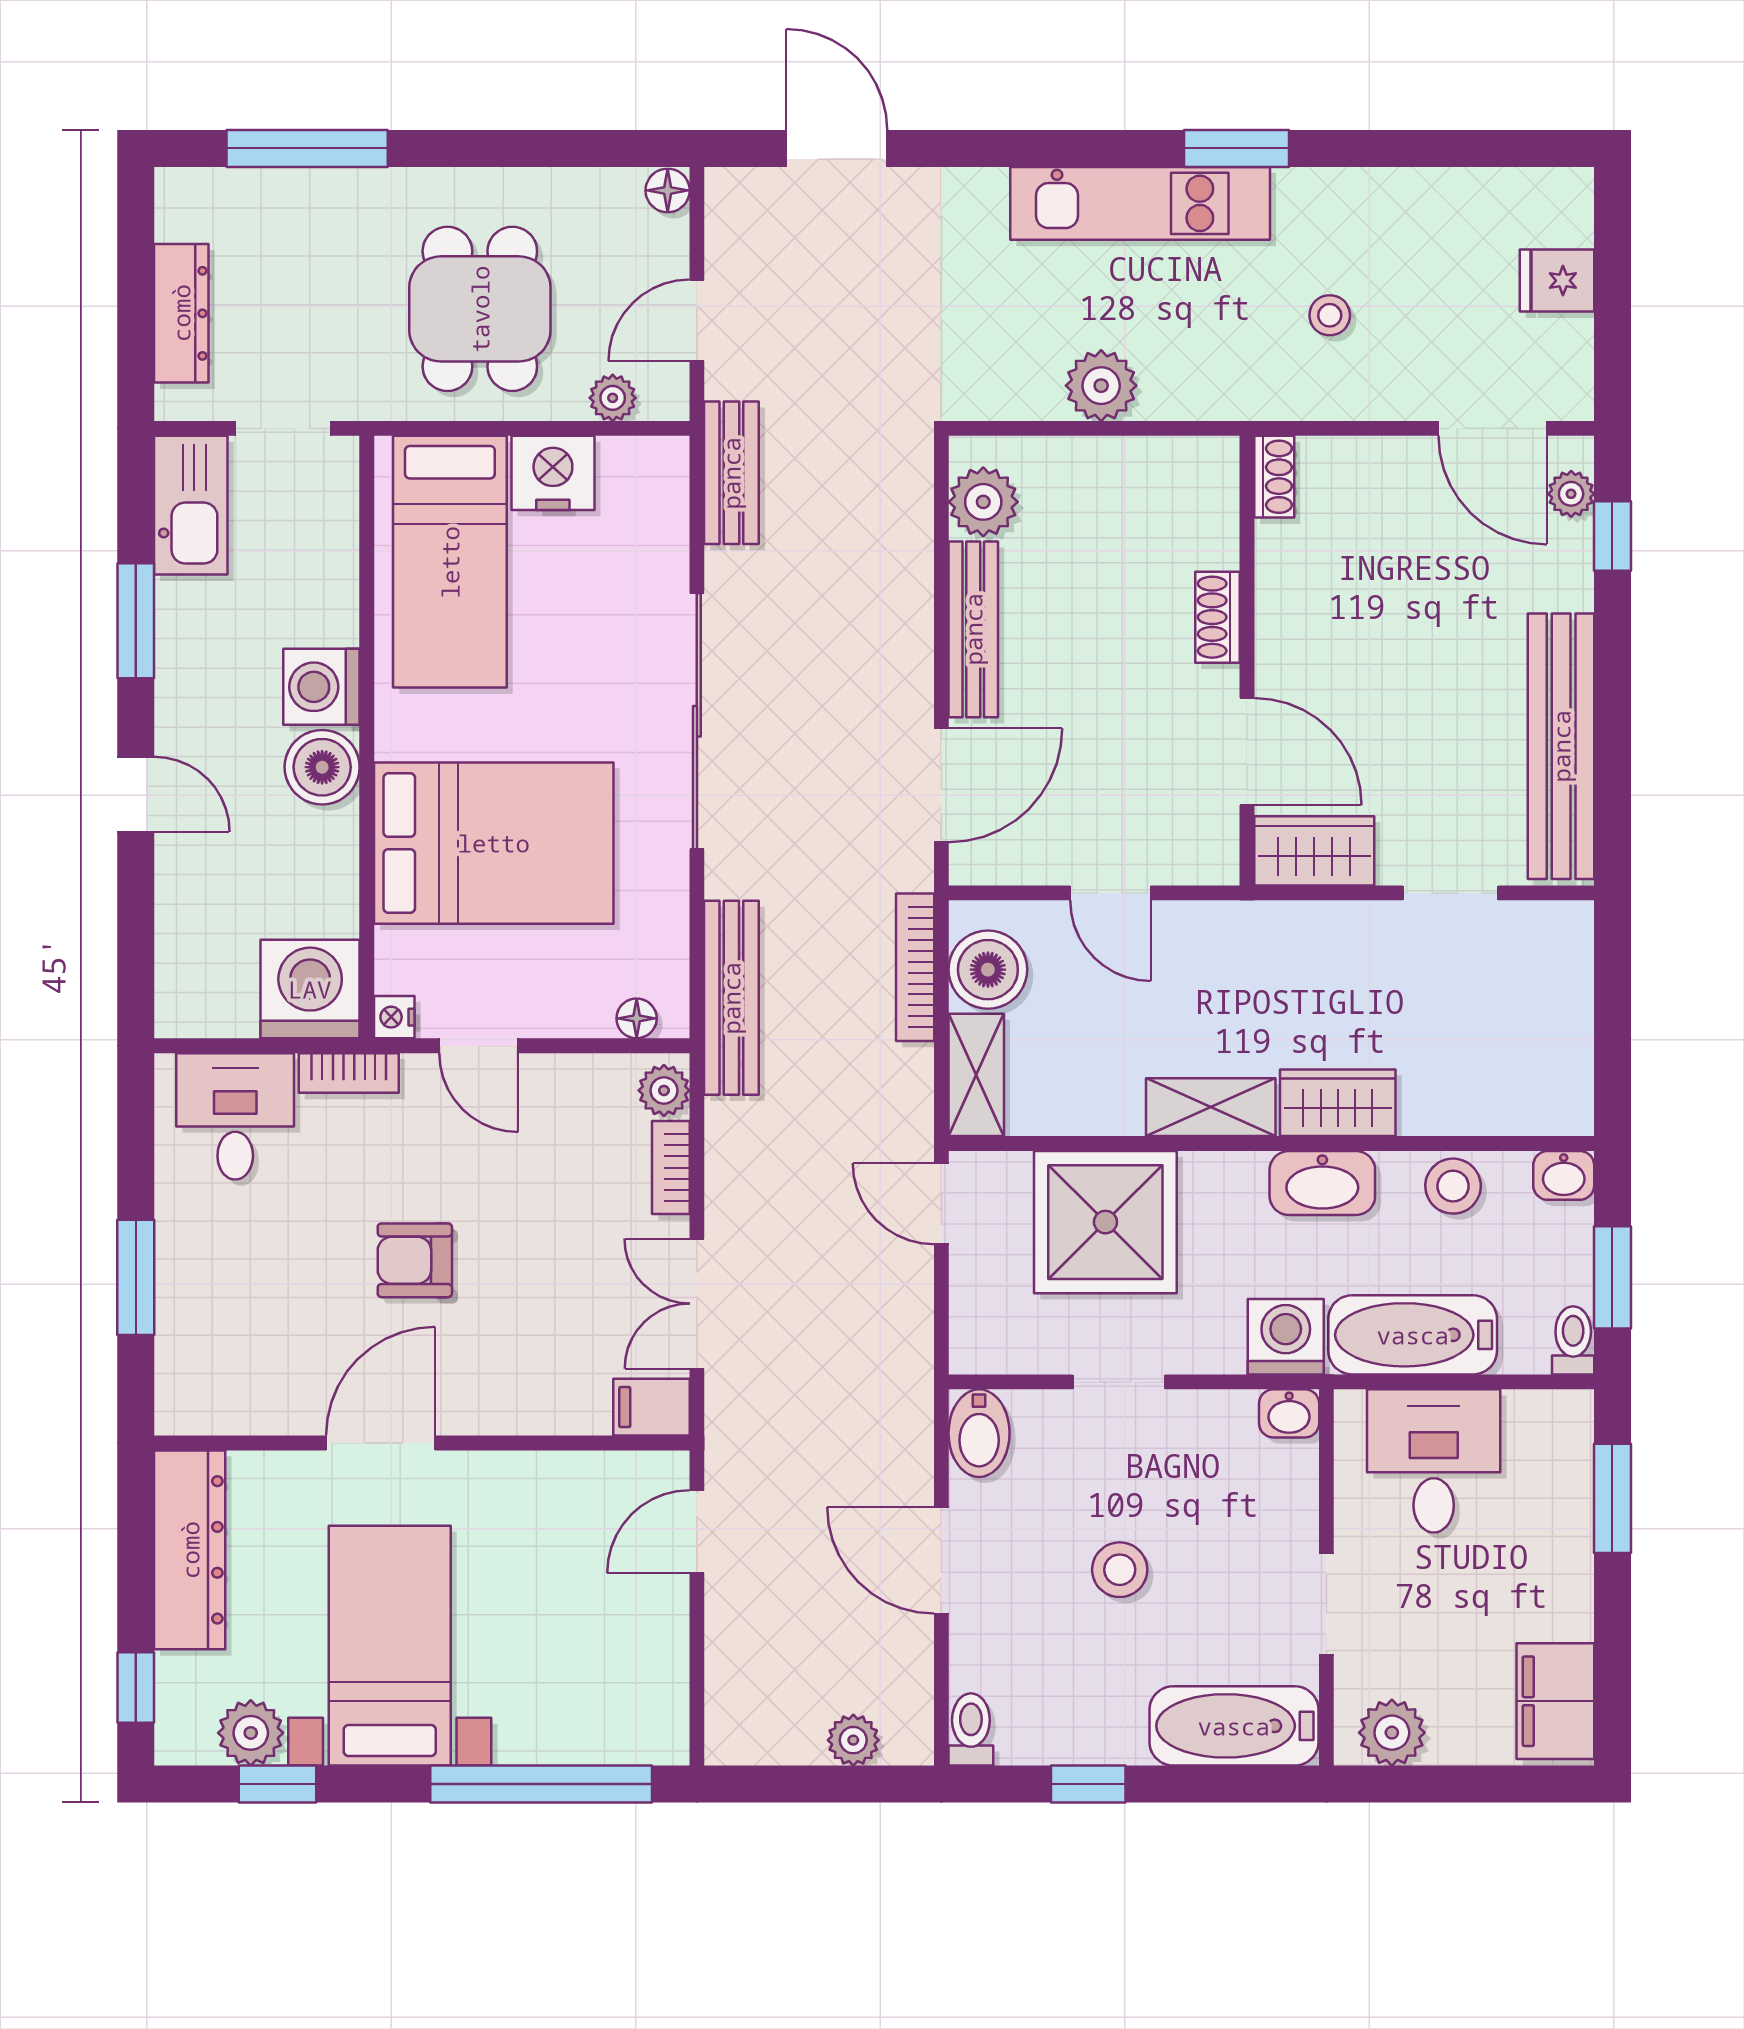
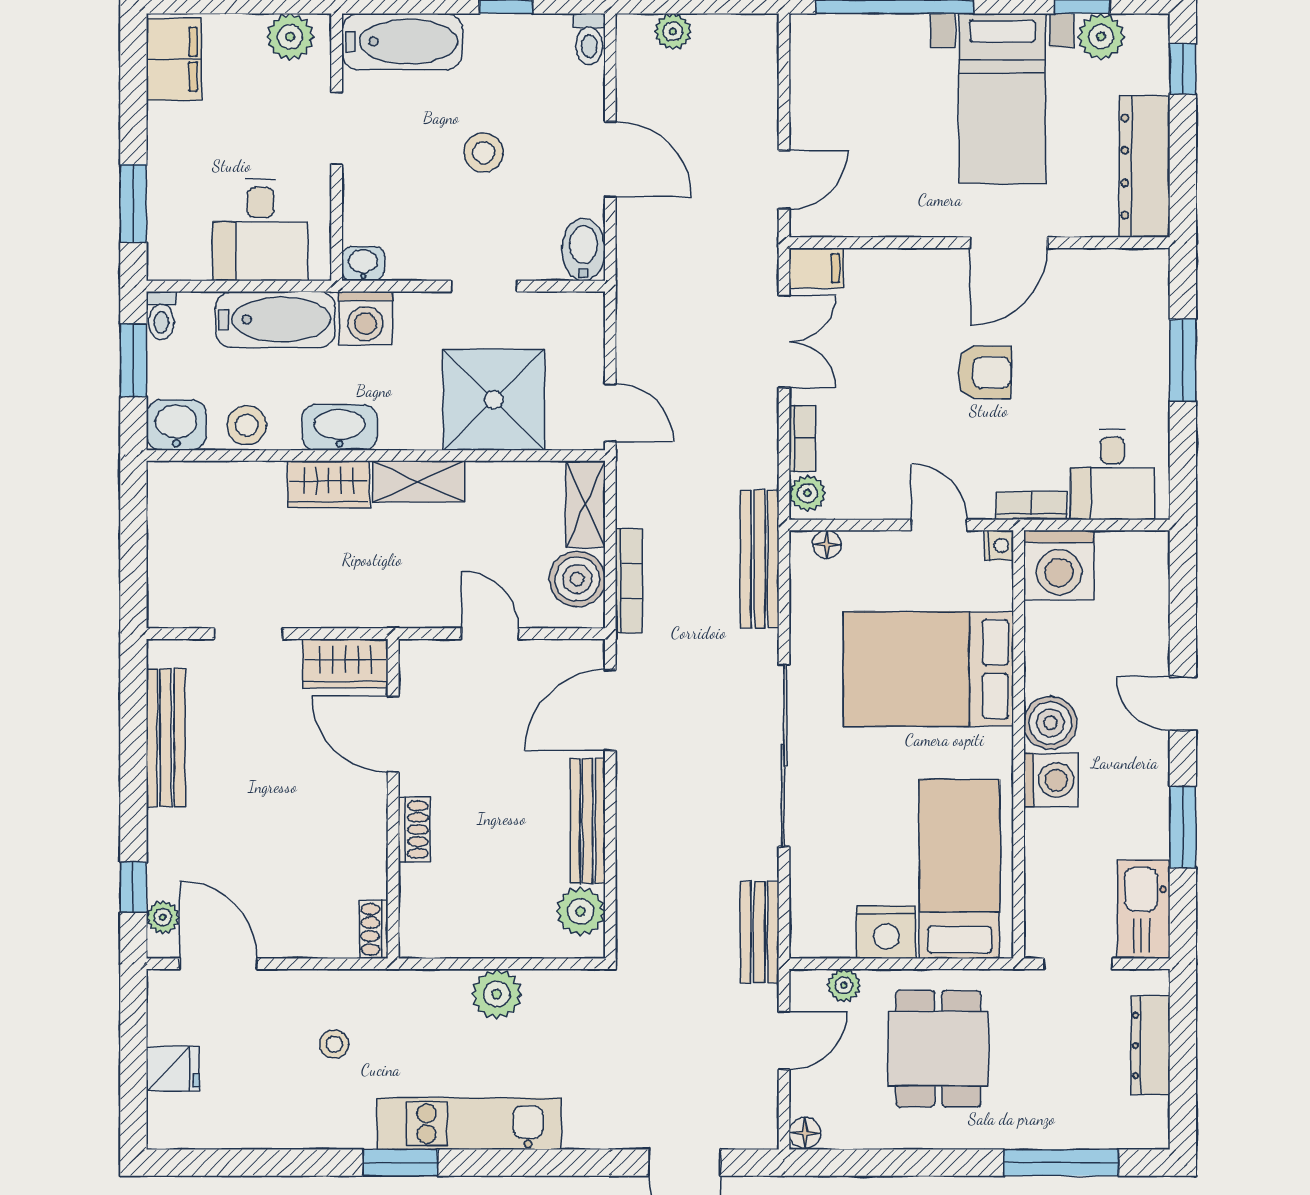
bench: (1561, 746) -> (166, 738), width x0.73, depth x0.82
washbasin: (1564, 1175) -> (176, 425), width x1.38, depth x1.45

